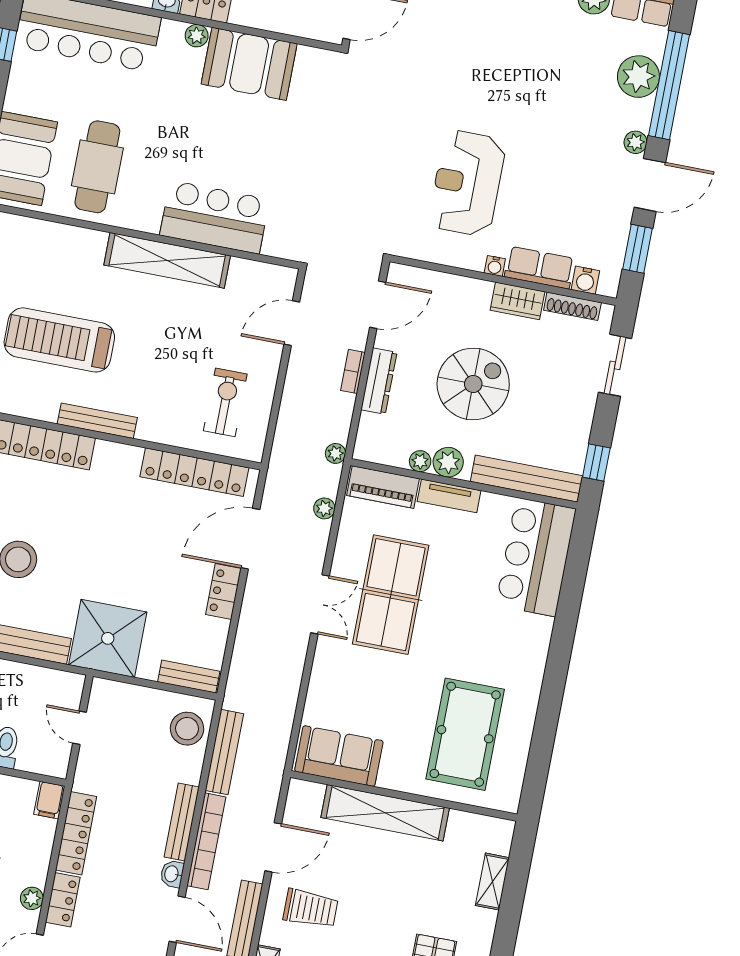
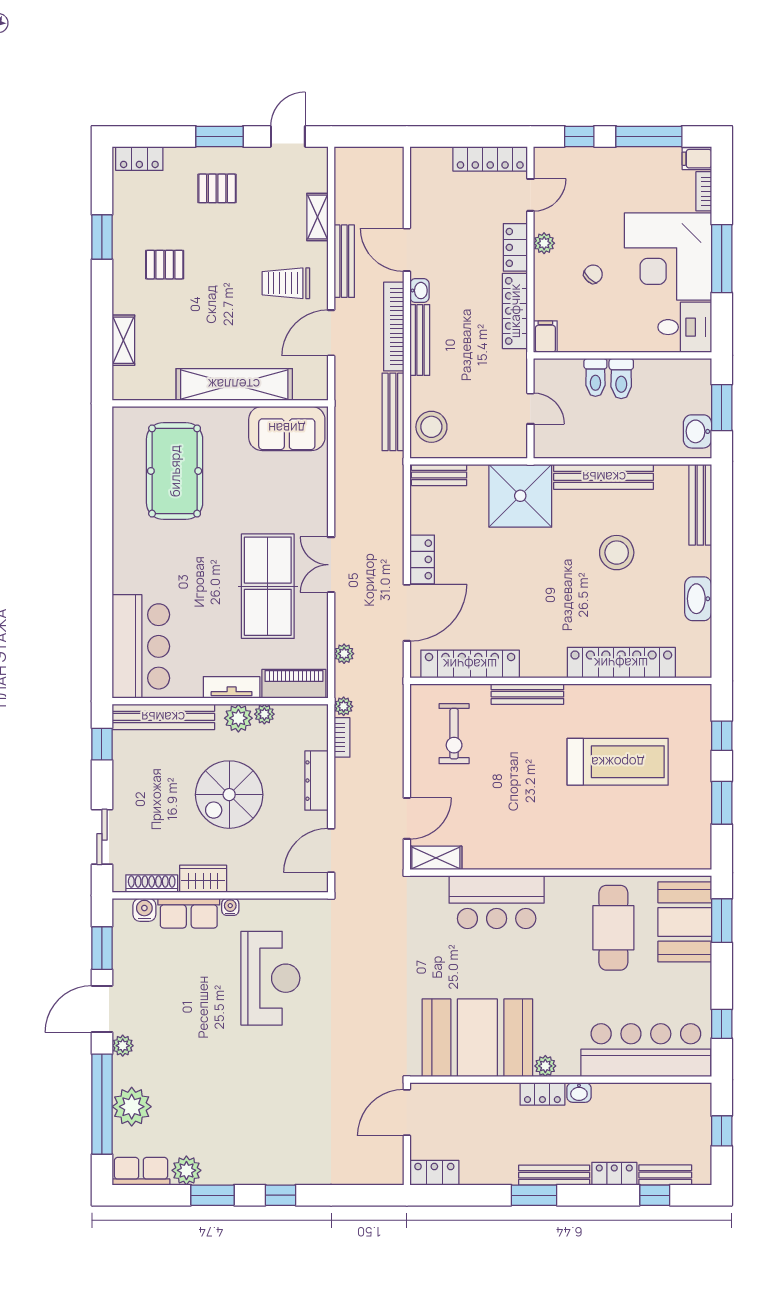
booth: (249, 64) -> (477, 1038), width x1.36, depth x1.42
shelving: (167, 260) -> (436, 858), moved, width x0.45, depth x0.75
bookcase: (353, 371) -> (342, 737), moved
bench: (97, 421) -> (527, 694), moved

